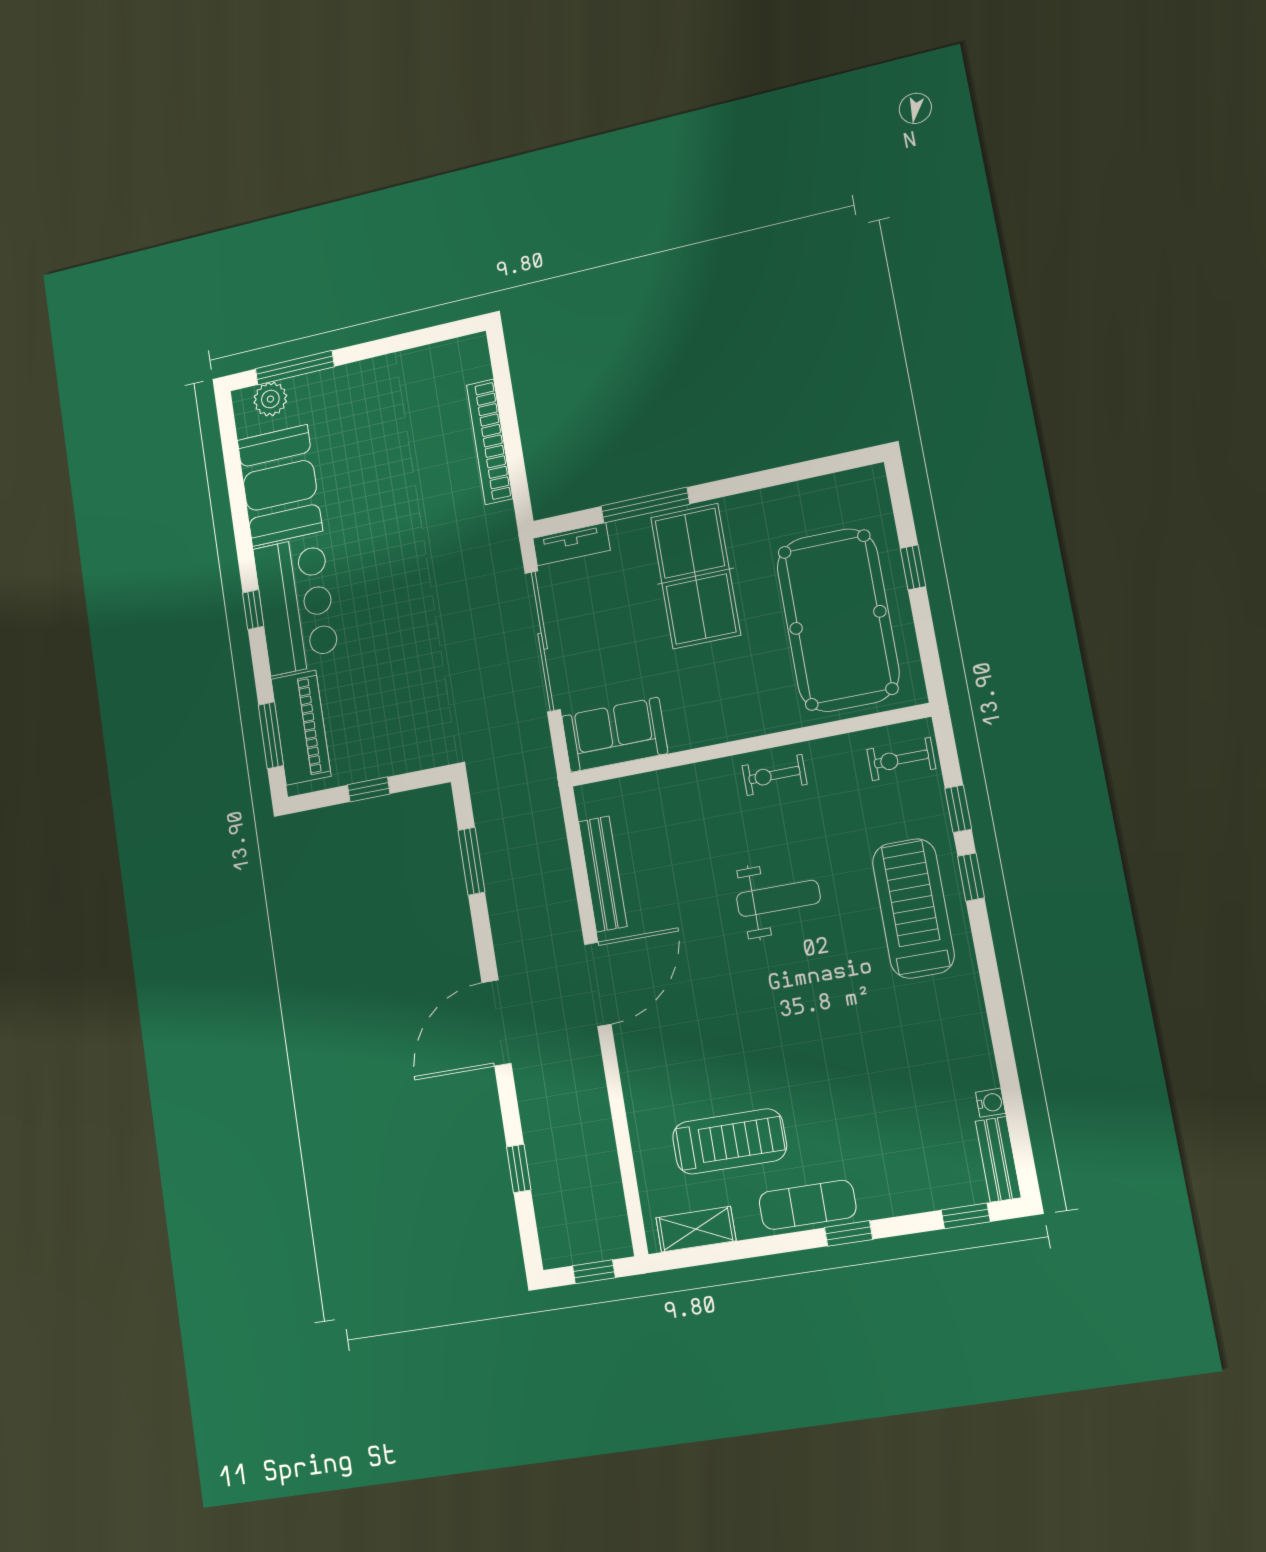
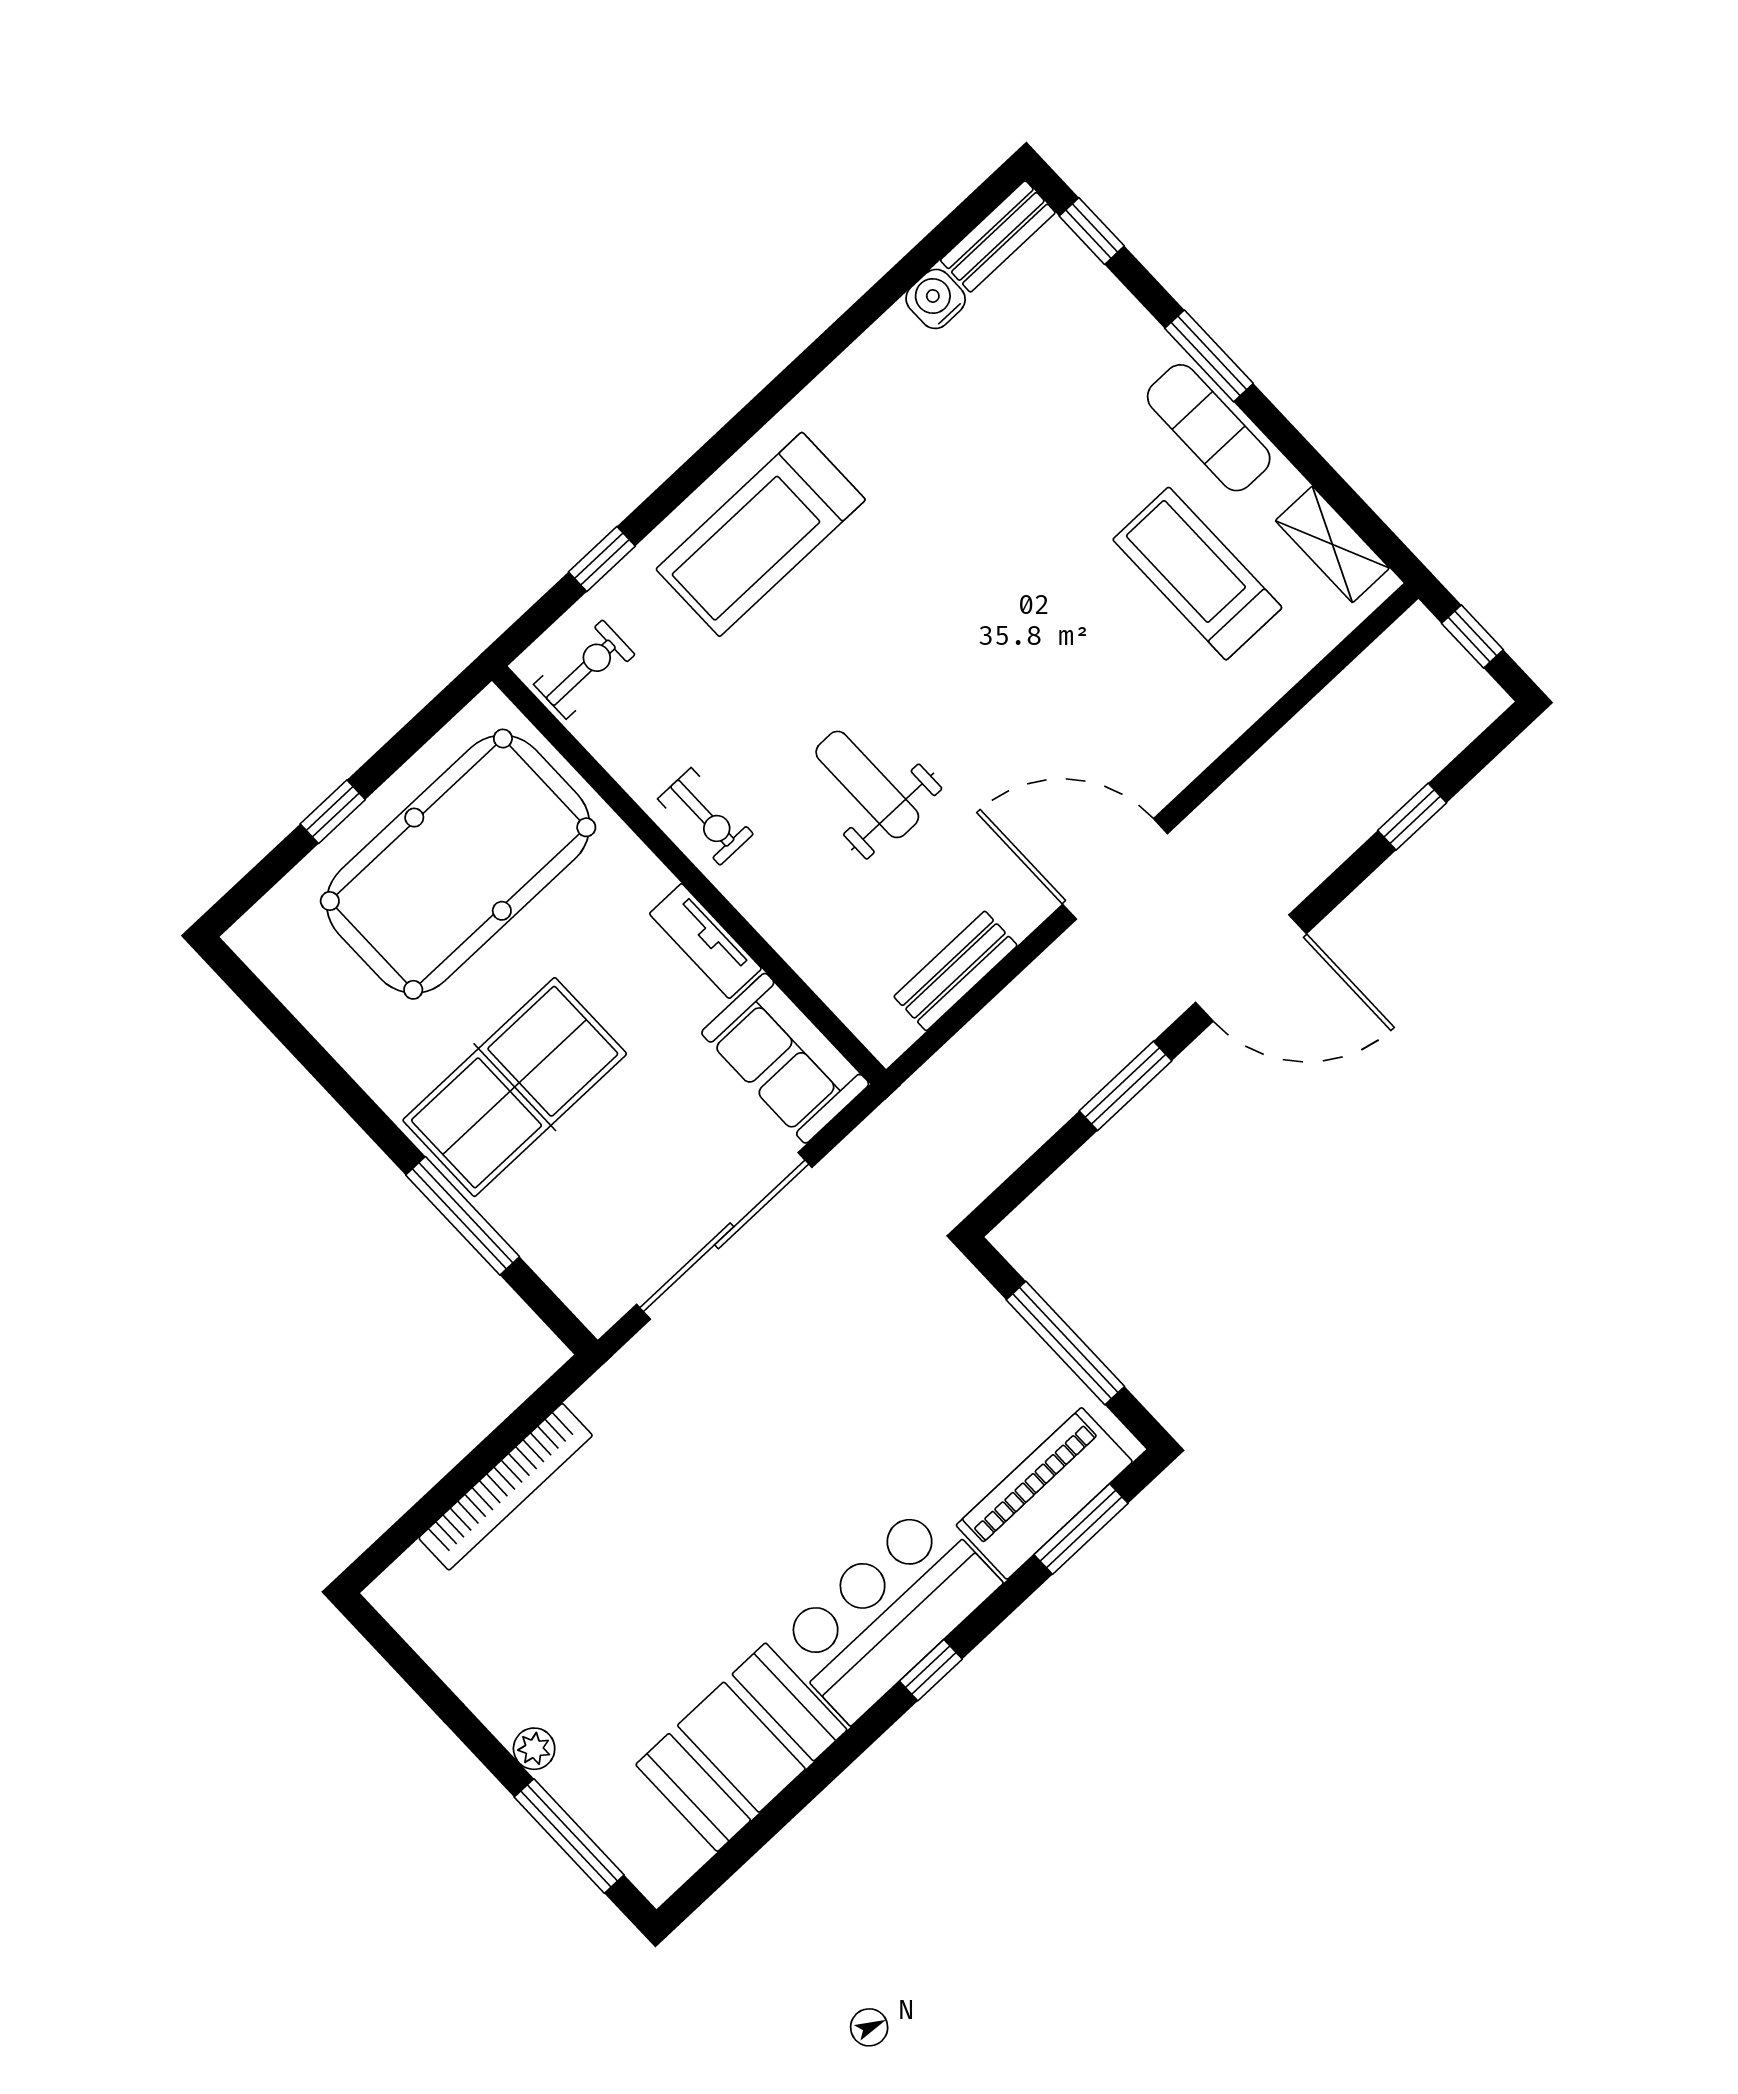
plant: (270, 399) -> (534, 1749), moved, width x0.73, depth x0.73
tv unit: (571, 544) -> (705, 941), moved, turned 180
exercise bike: (901, 759) -> (584, 669), turned -90
window: (369, 789) -> (1065, 1343), width x2.17
window: (472, 861) -> (1125, 1086), moved
bench: (603, 874) -> (956, 971), width x0.73
window: (971, 877) -> (676, 489), removed
weight bench: (778, 898) -> (867, 784), moved
water cooler: (991, 1103) -> (936, 299), width x1.38, depth x1.38
window: (849, 1233) -> (1209, 356), width x1.50

